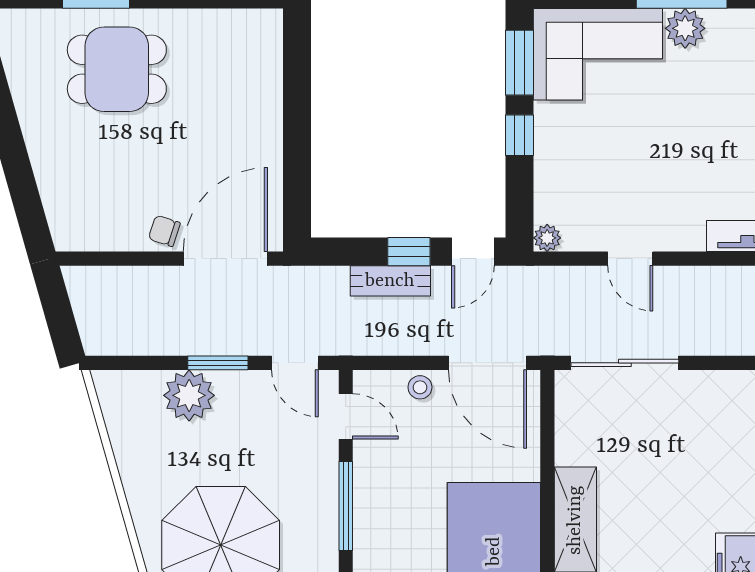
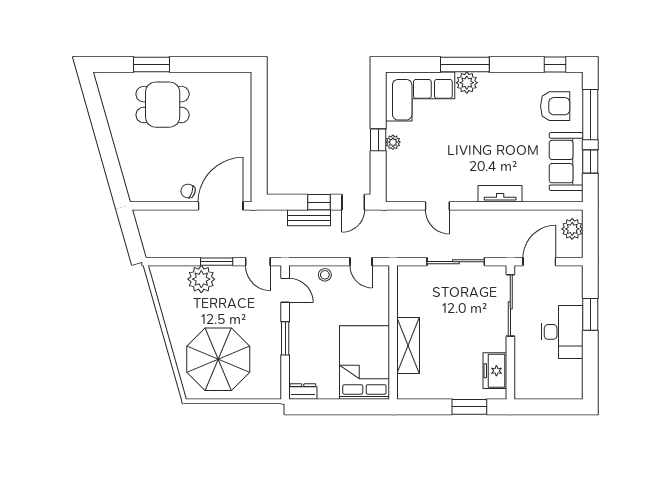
window: (520, 63) -> (378, 101), removed
plant: (547, 238) -> (393, 142), moved
door: (488, 363) -> (361, 262), width x0.53
sliding door: (625, 363) -> (456, 262), moved
window: (346, 506) -> (285, 338), width x0.69

